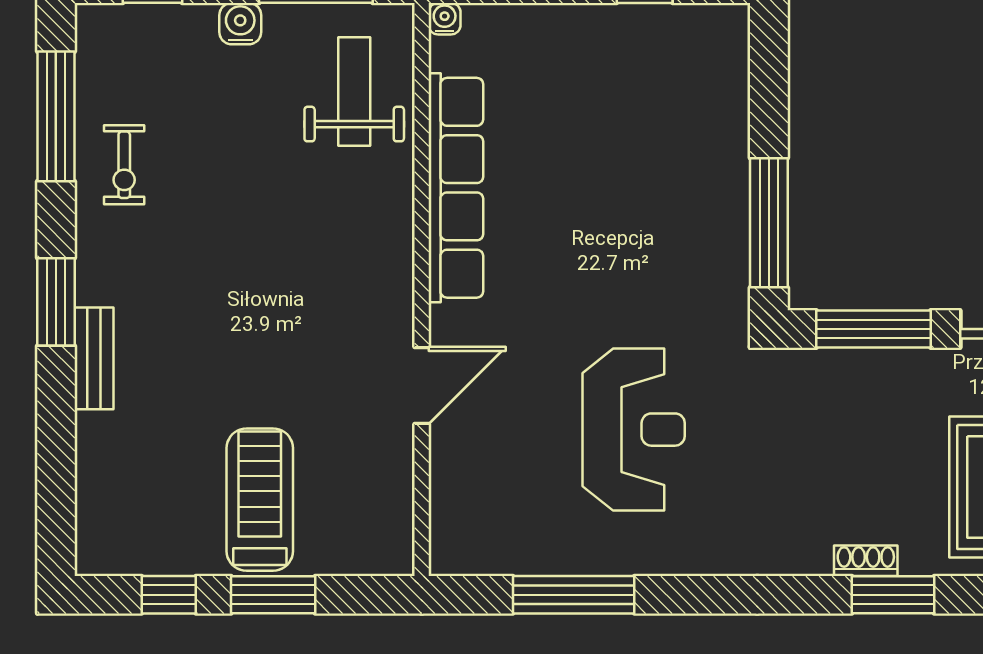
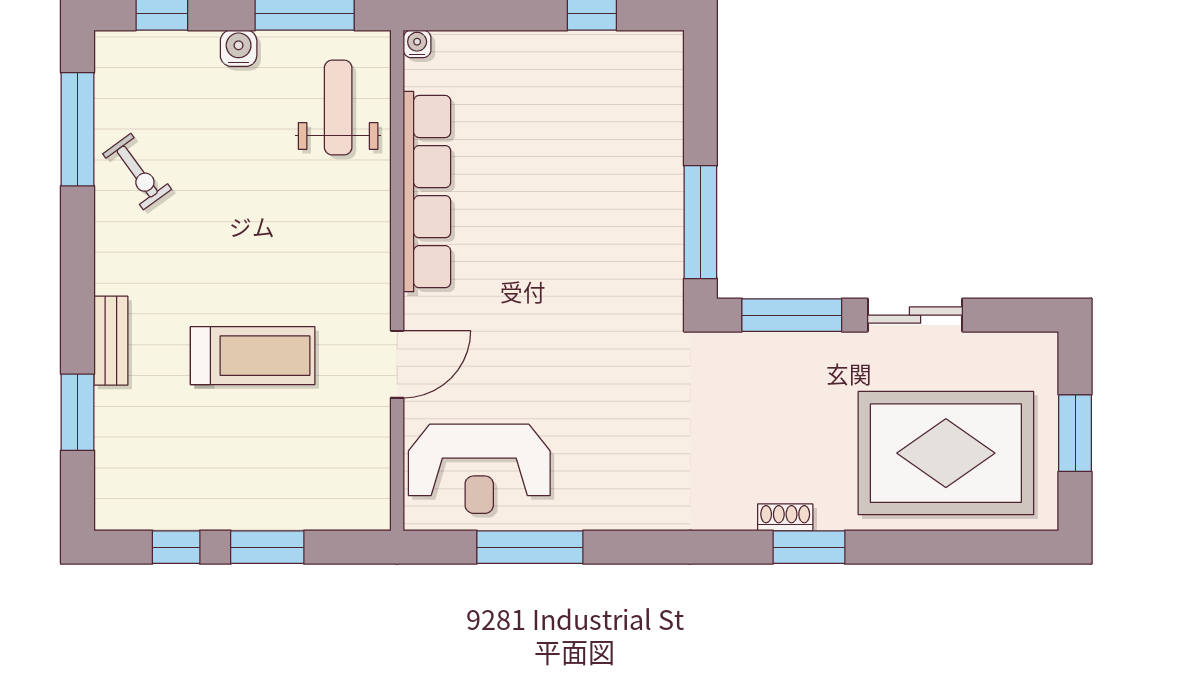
exercise bike: (124, 165) -> (137, 172), turned -36
window: (56, 302) -> (78, 412), moved
reception desk: (634, 430) -> (479, 469), moved, turned 90
treadmill: (260, 500) -> (253, 356), moved, turned 90

